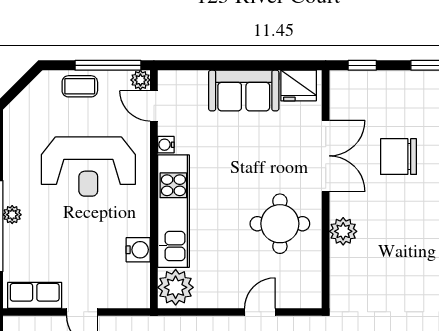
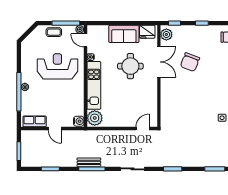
chair: (398, 157) -> (190, 62), turned -69
reception desk: (88, 167) -> (57, 66), turned 180
round table: (280, 224) -> (130, 66), moved
plant: (343, 231) -> (166, 34), moved
water cooler: (138, 250) -> (79, 121), moved
door: (260, 312) -> (143, 128), moved

